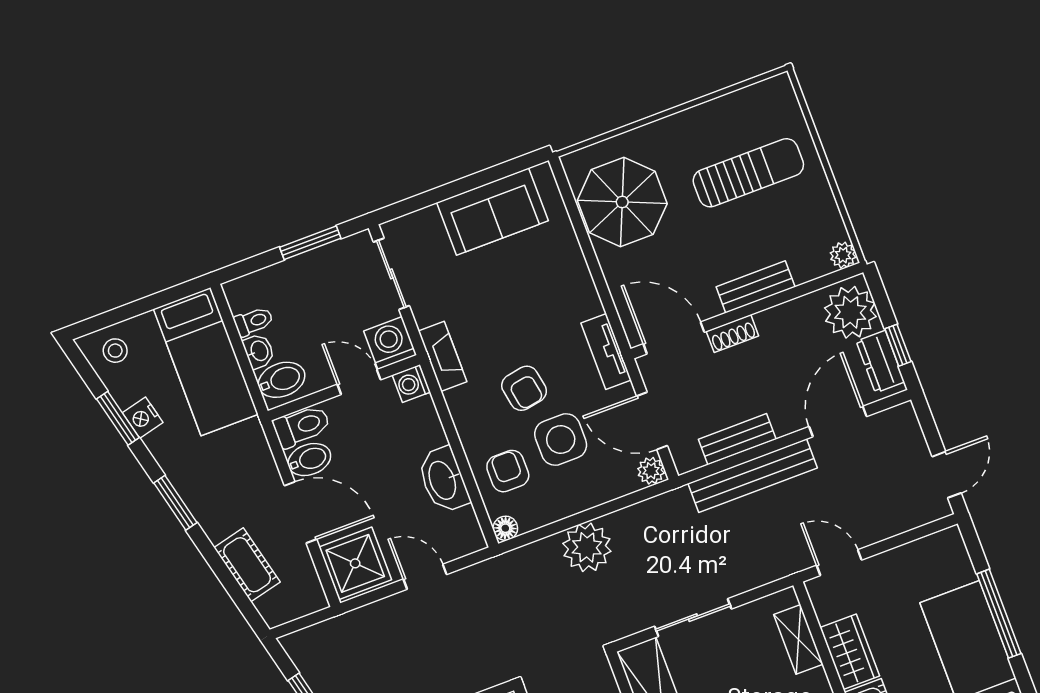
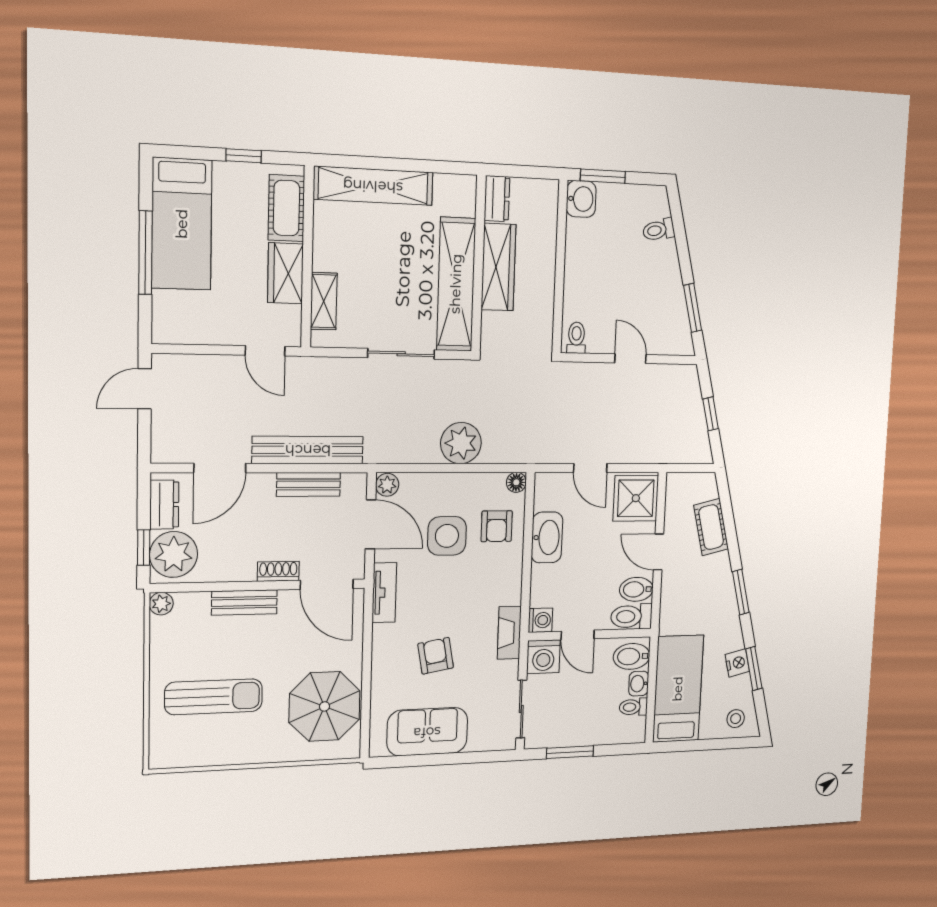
sun lounger: (748, 173) -> (214, 697), turned 180
window: (898, 345) -> (144, 548), moved
armchair: (524, 388) -> (436, 656), moved
door: (301, 512) -> (658, 552), width x0.73

